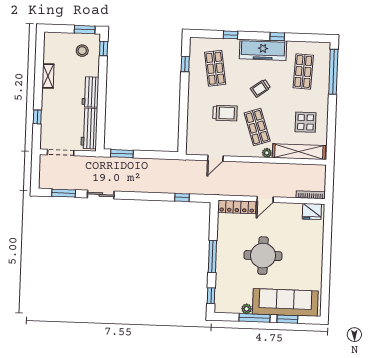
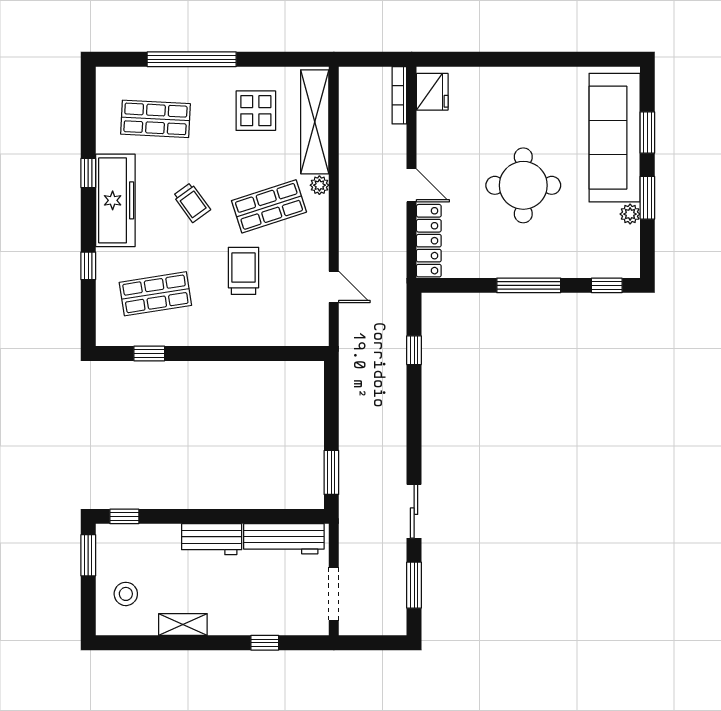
stool: (82, 51) -> (126, 594), moved
window: (333, 72) -> (192, 59), moved
window: (254, 318) -> (647, 198), width x0.69

